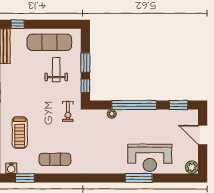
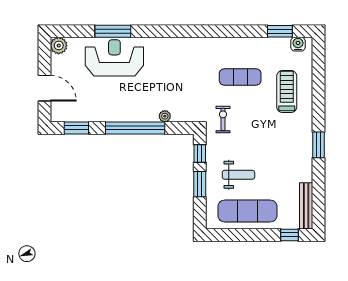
weight bench: (56, 70) -> (238, 175), turned -90
exercise mat: (55, 159) -> (240, 77), moved
window: (139, 178) -> (113, 31), moved

